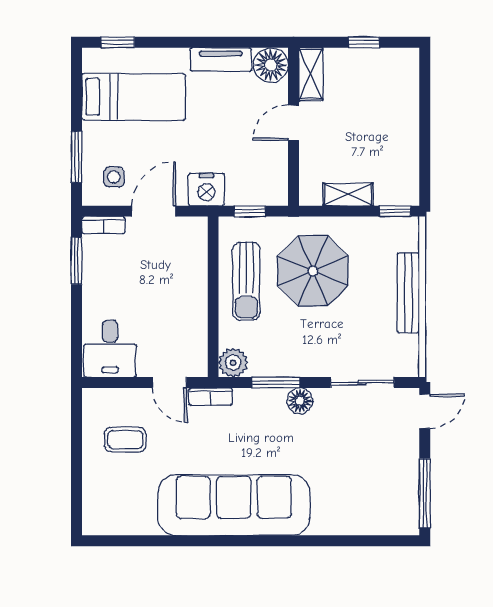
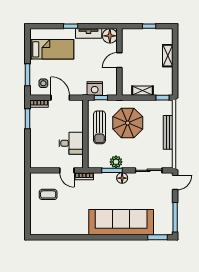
window: (118, 42) -> (71, 26), moved
shelving: (311, 74) -> (168, 56), moved
nightstand: (206, 190) -> (95, 89), moved
door: (154, 211) -> (60, 98), hinge flipped
desk: (110, 349) -> (71, 143), moved, turned -90
plant: (233, 363) -> (116, 162), moved
sofa: (234, 505) -> (121, 222), moved
window: (384, 541) -> (158, 237), added

